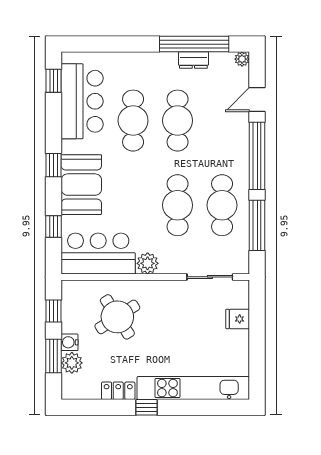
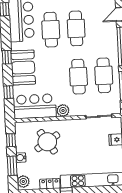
plant: (72, 363) -> (23, 181), moved

